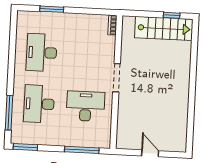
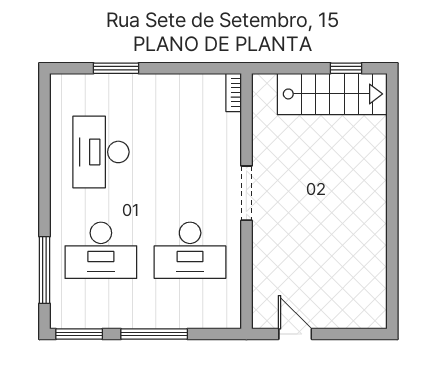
desk: (39, 104) -> (101, 250), turned -90
desk: (85, 106) -> (190, 250), turned 180
window: (82, 150) -> (154, 334), moved
door: (150, 153) -> (295, 334), moved

